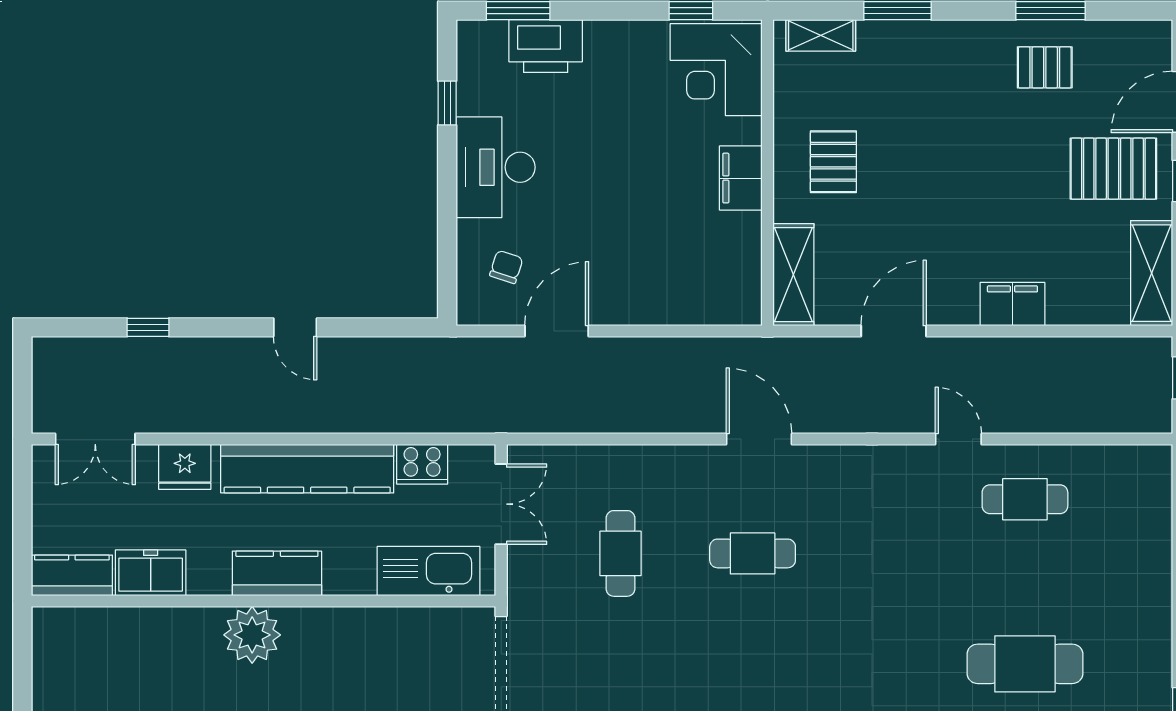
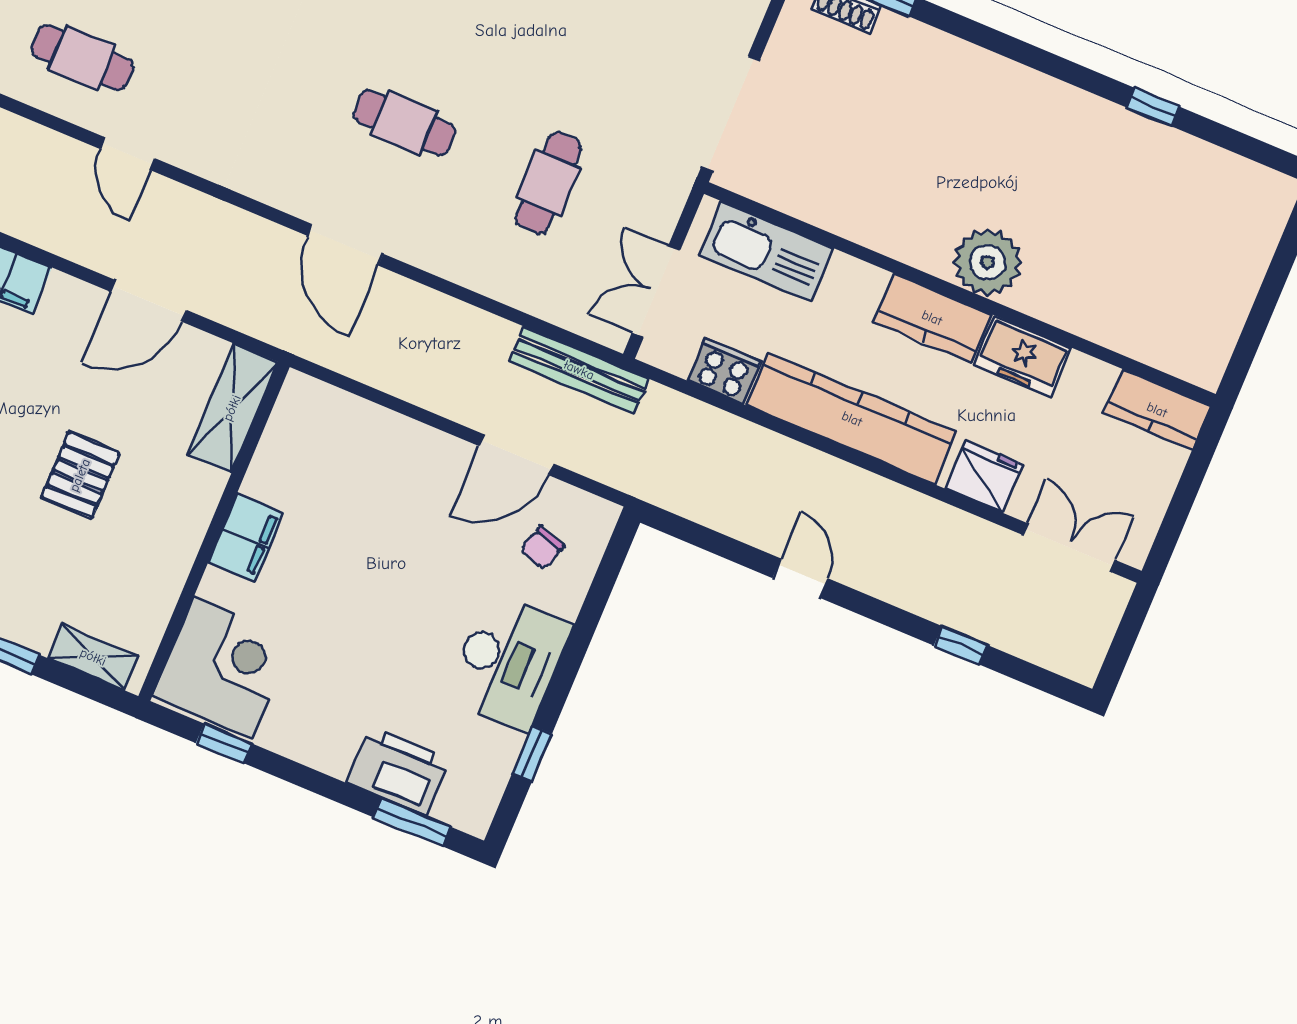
pallet: (833, 162) -> (80, 475), moved
bench: (536, 418) -> (579, 370), added
freezer: (151, 573) -> (1022, 357), moved

